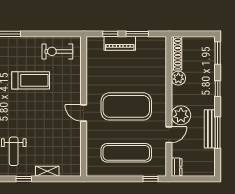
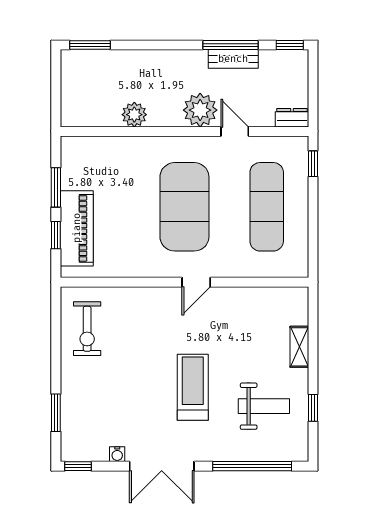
piano: (120, 43) -> (77, 228), width x1.37, depth x1.33
shoe rack: (177, 53) -> (90, 118), removed
treadmill: (31, 80) -> (193, 387), moved
window: (218, 89) -> (290, 45), moved
bench: (210, 129) -> (233, 59), width x0.73
window: (24, 179) -> (313, 408), moved

